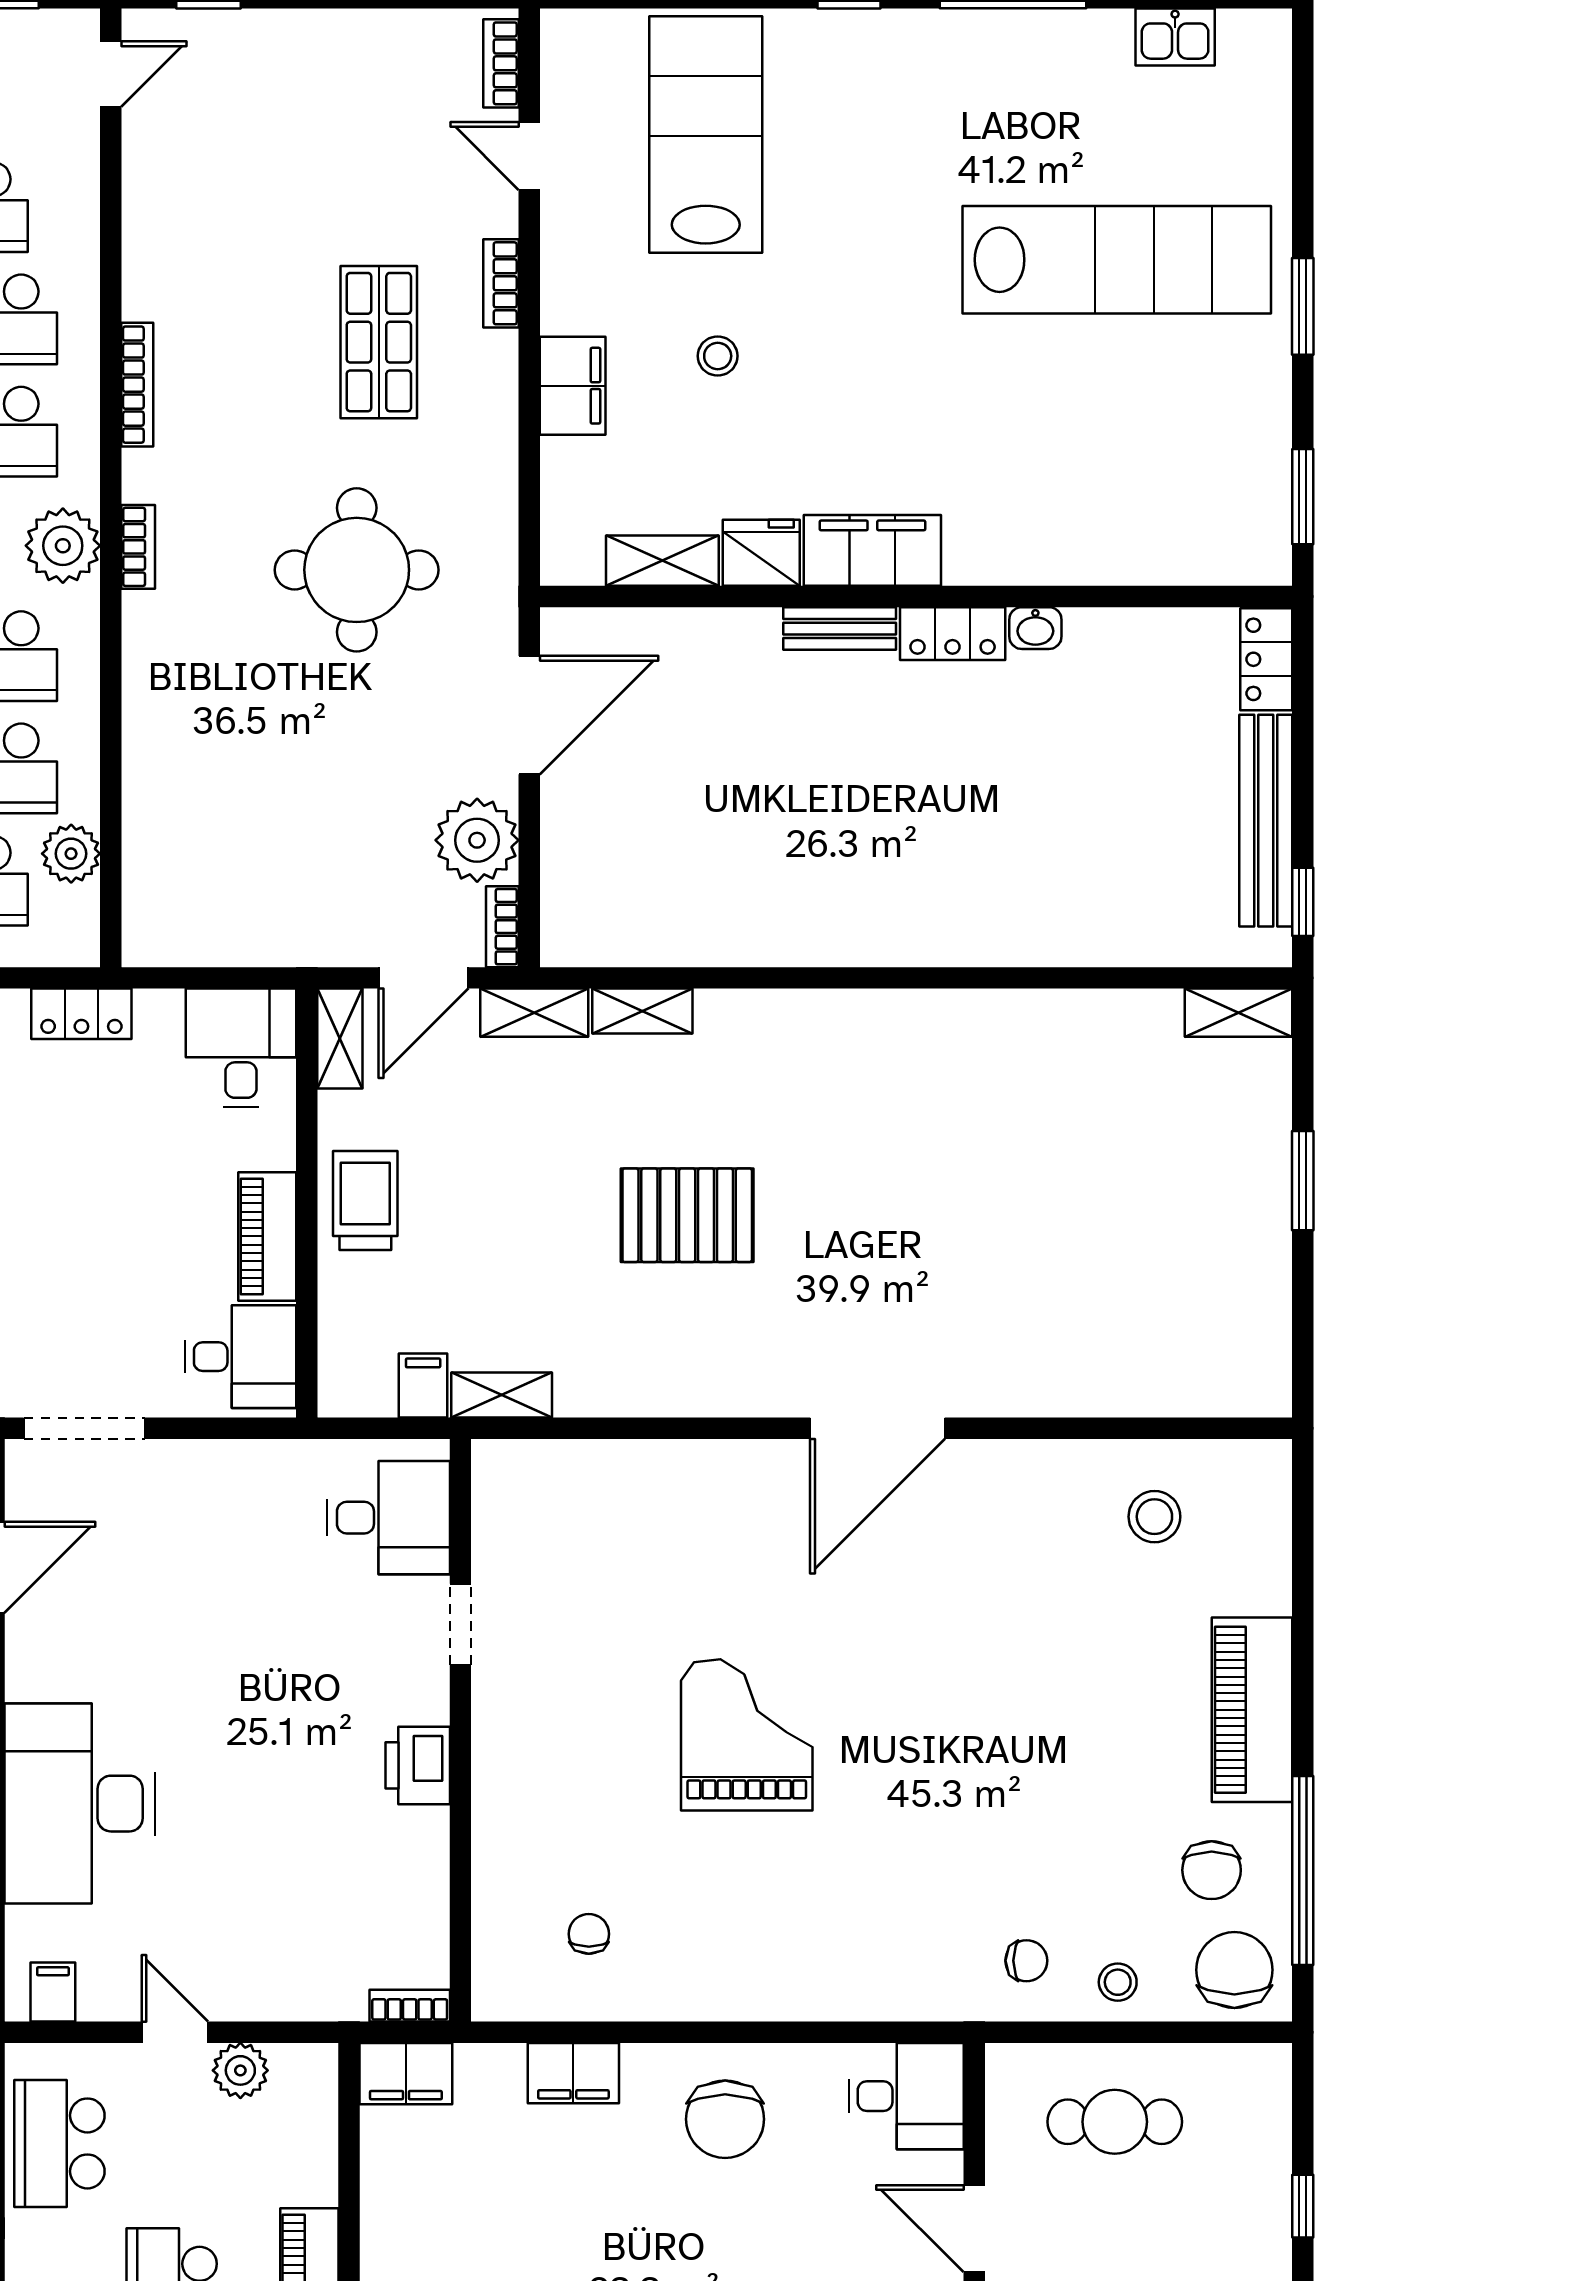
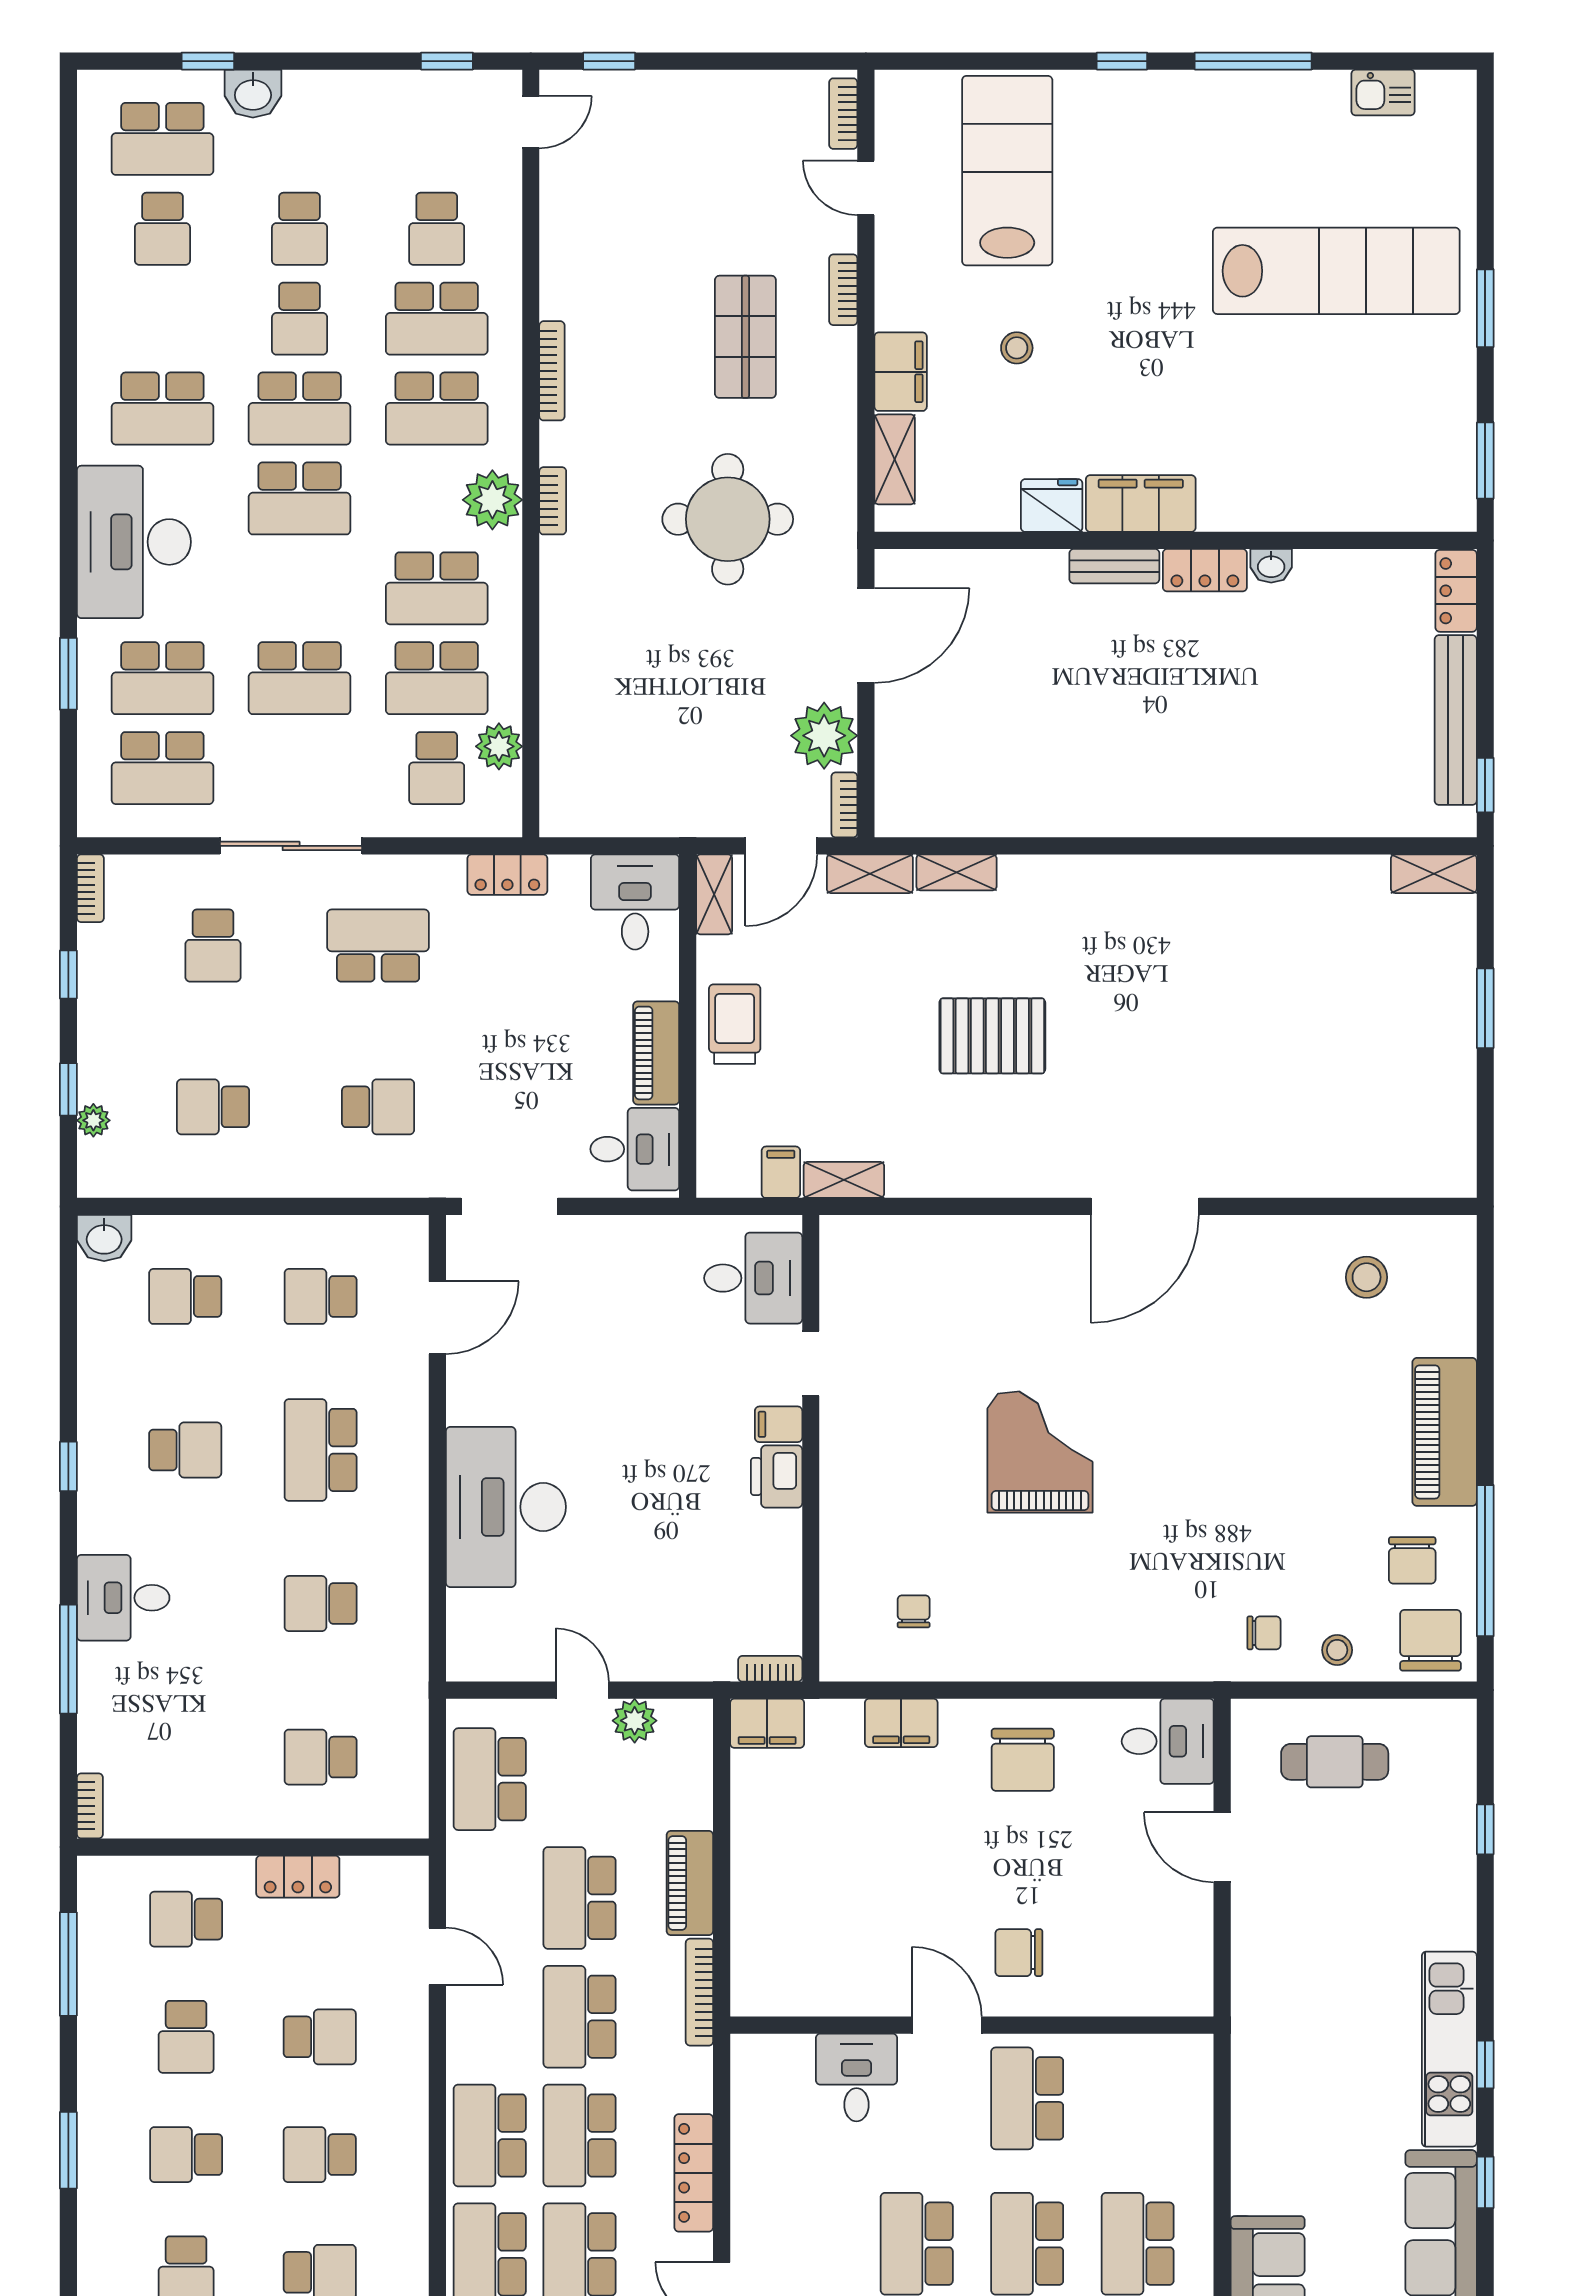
shelving: (662, 561) -> (895, 459), moved, turned 90
filing cabinet: (53, 1992) -> (779, 1424), moved, turned -90

